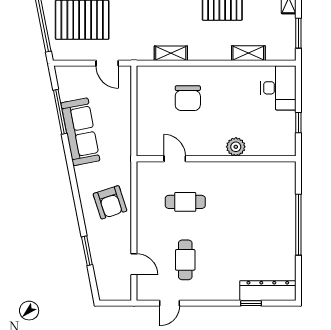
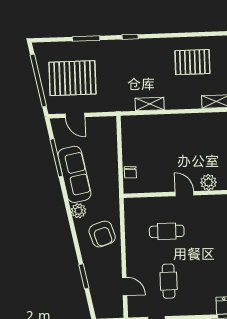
door: (107, 63) -> (75, 115), moved
chair: (188, 98) -> (130, 172), moved, width x0.54, depth x0.54
door: (175, 159) -> (184, 194), moved
plant: (84, 174) -> (78, 211), added

